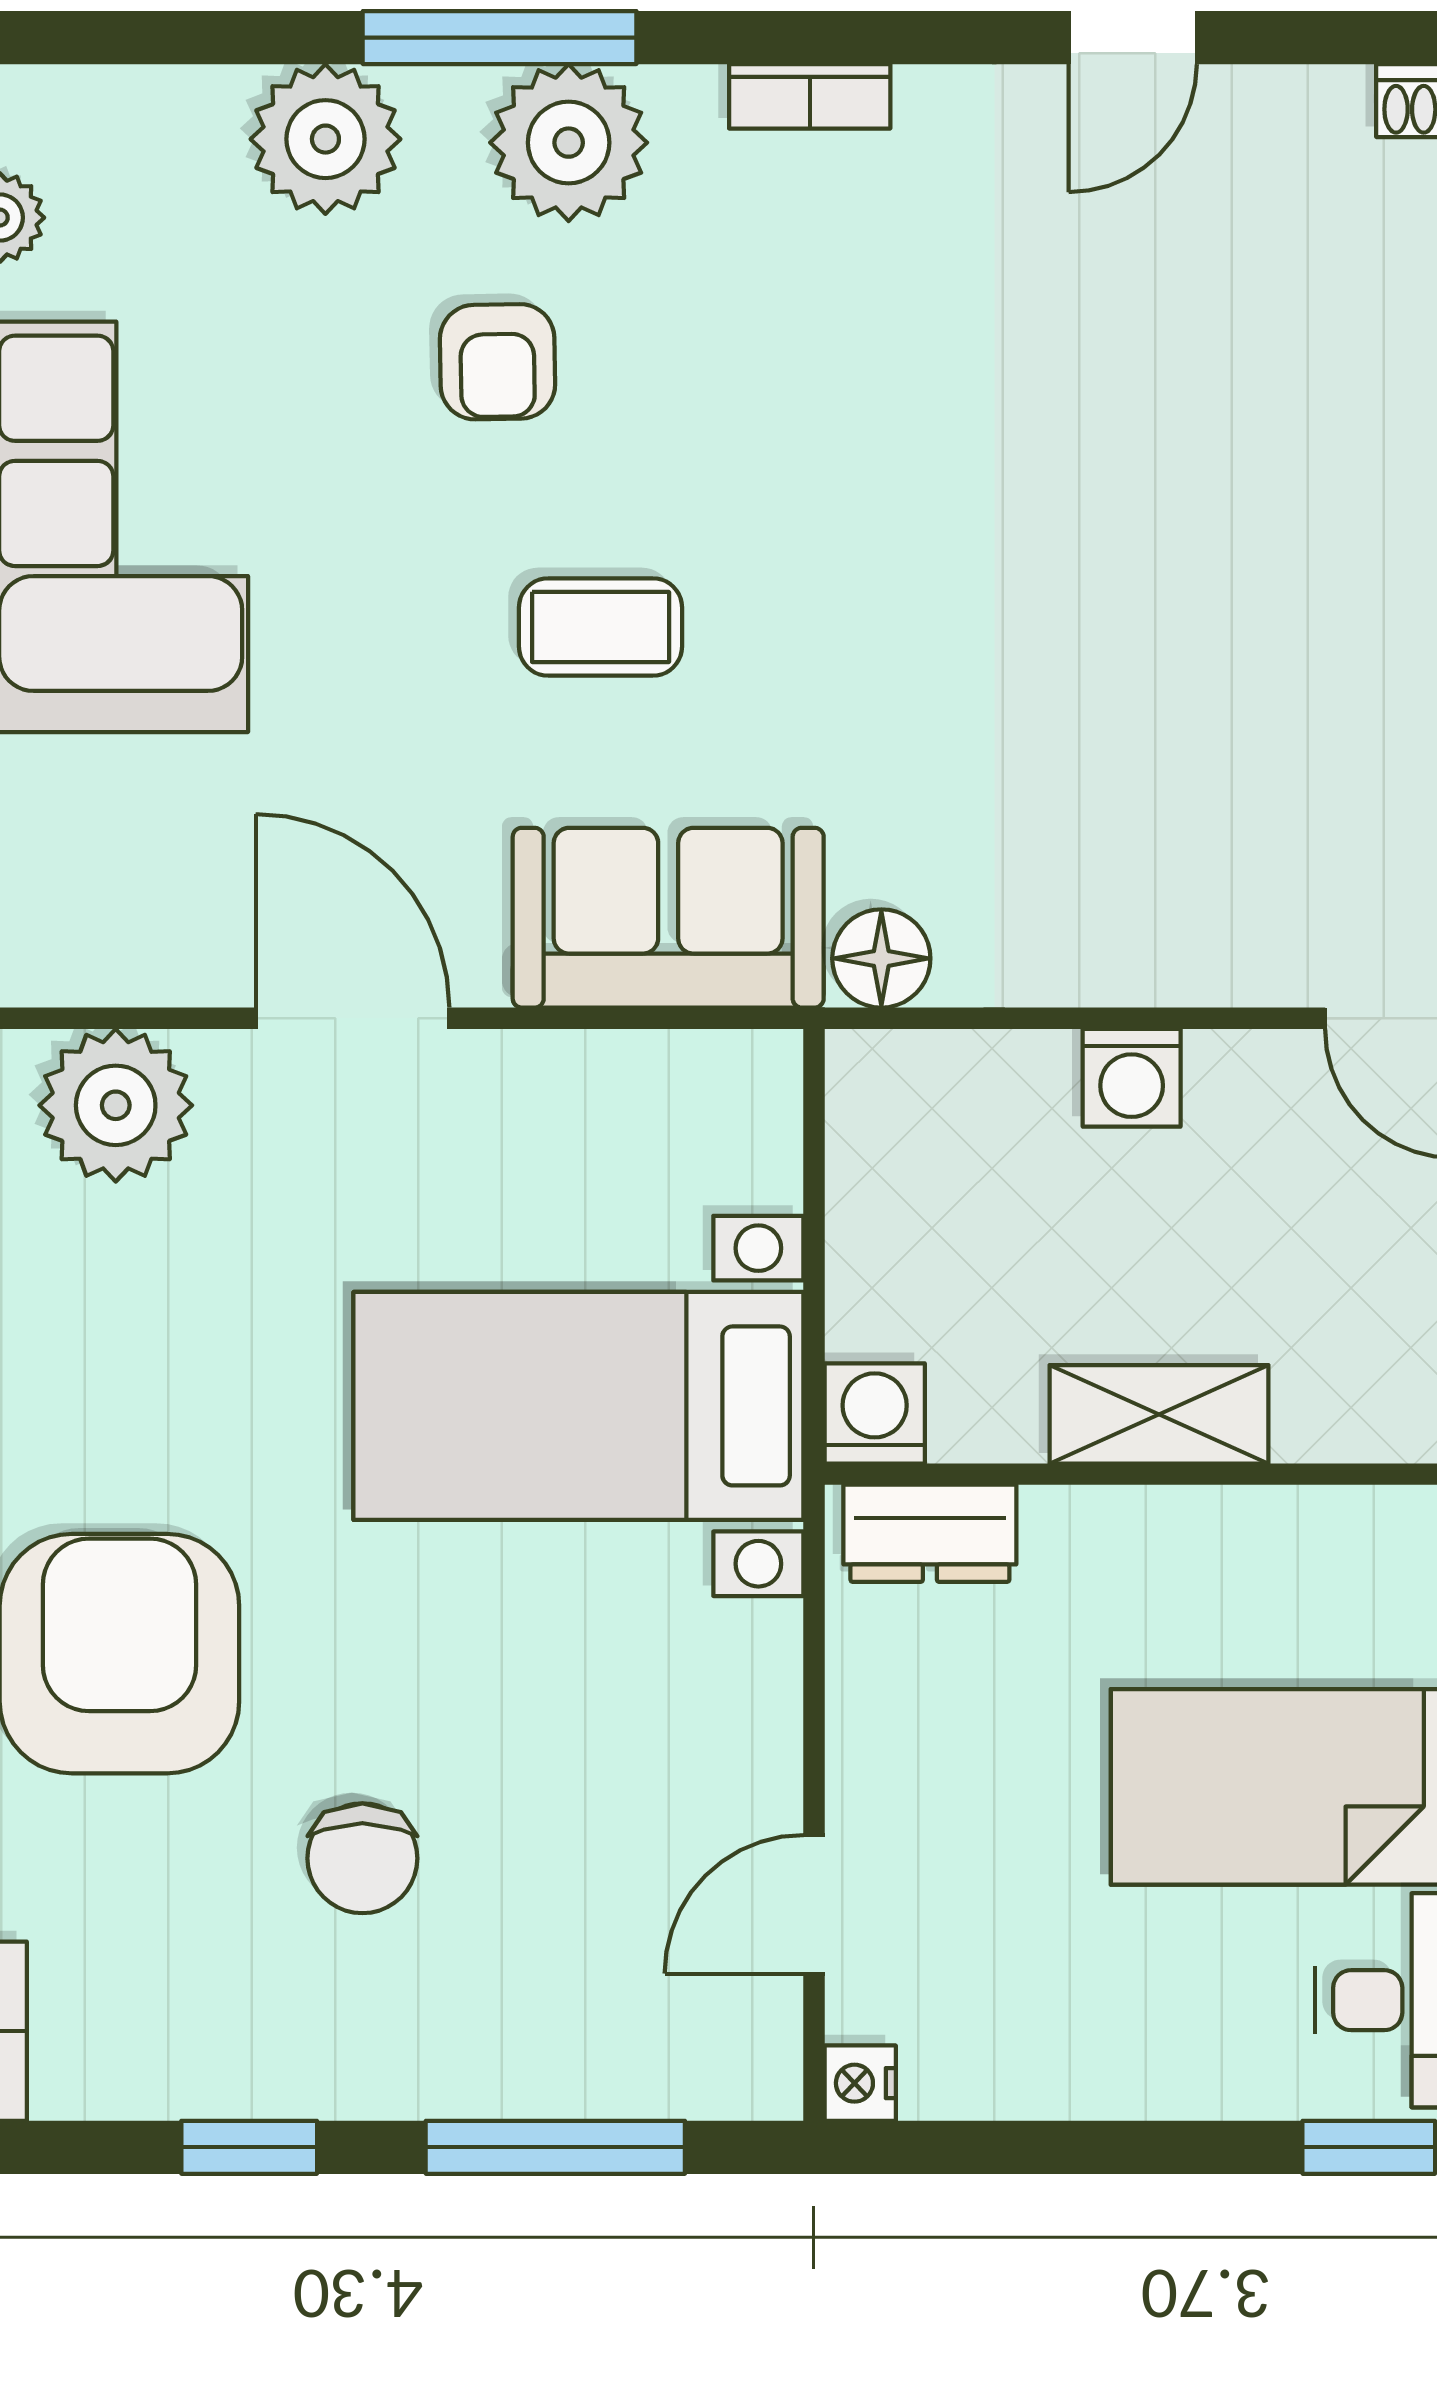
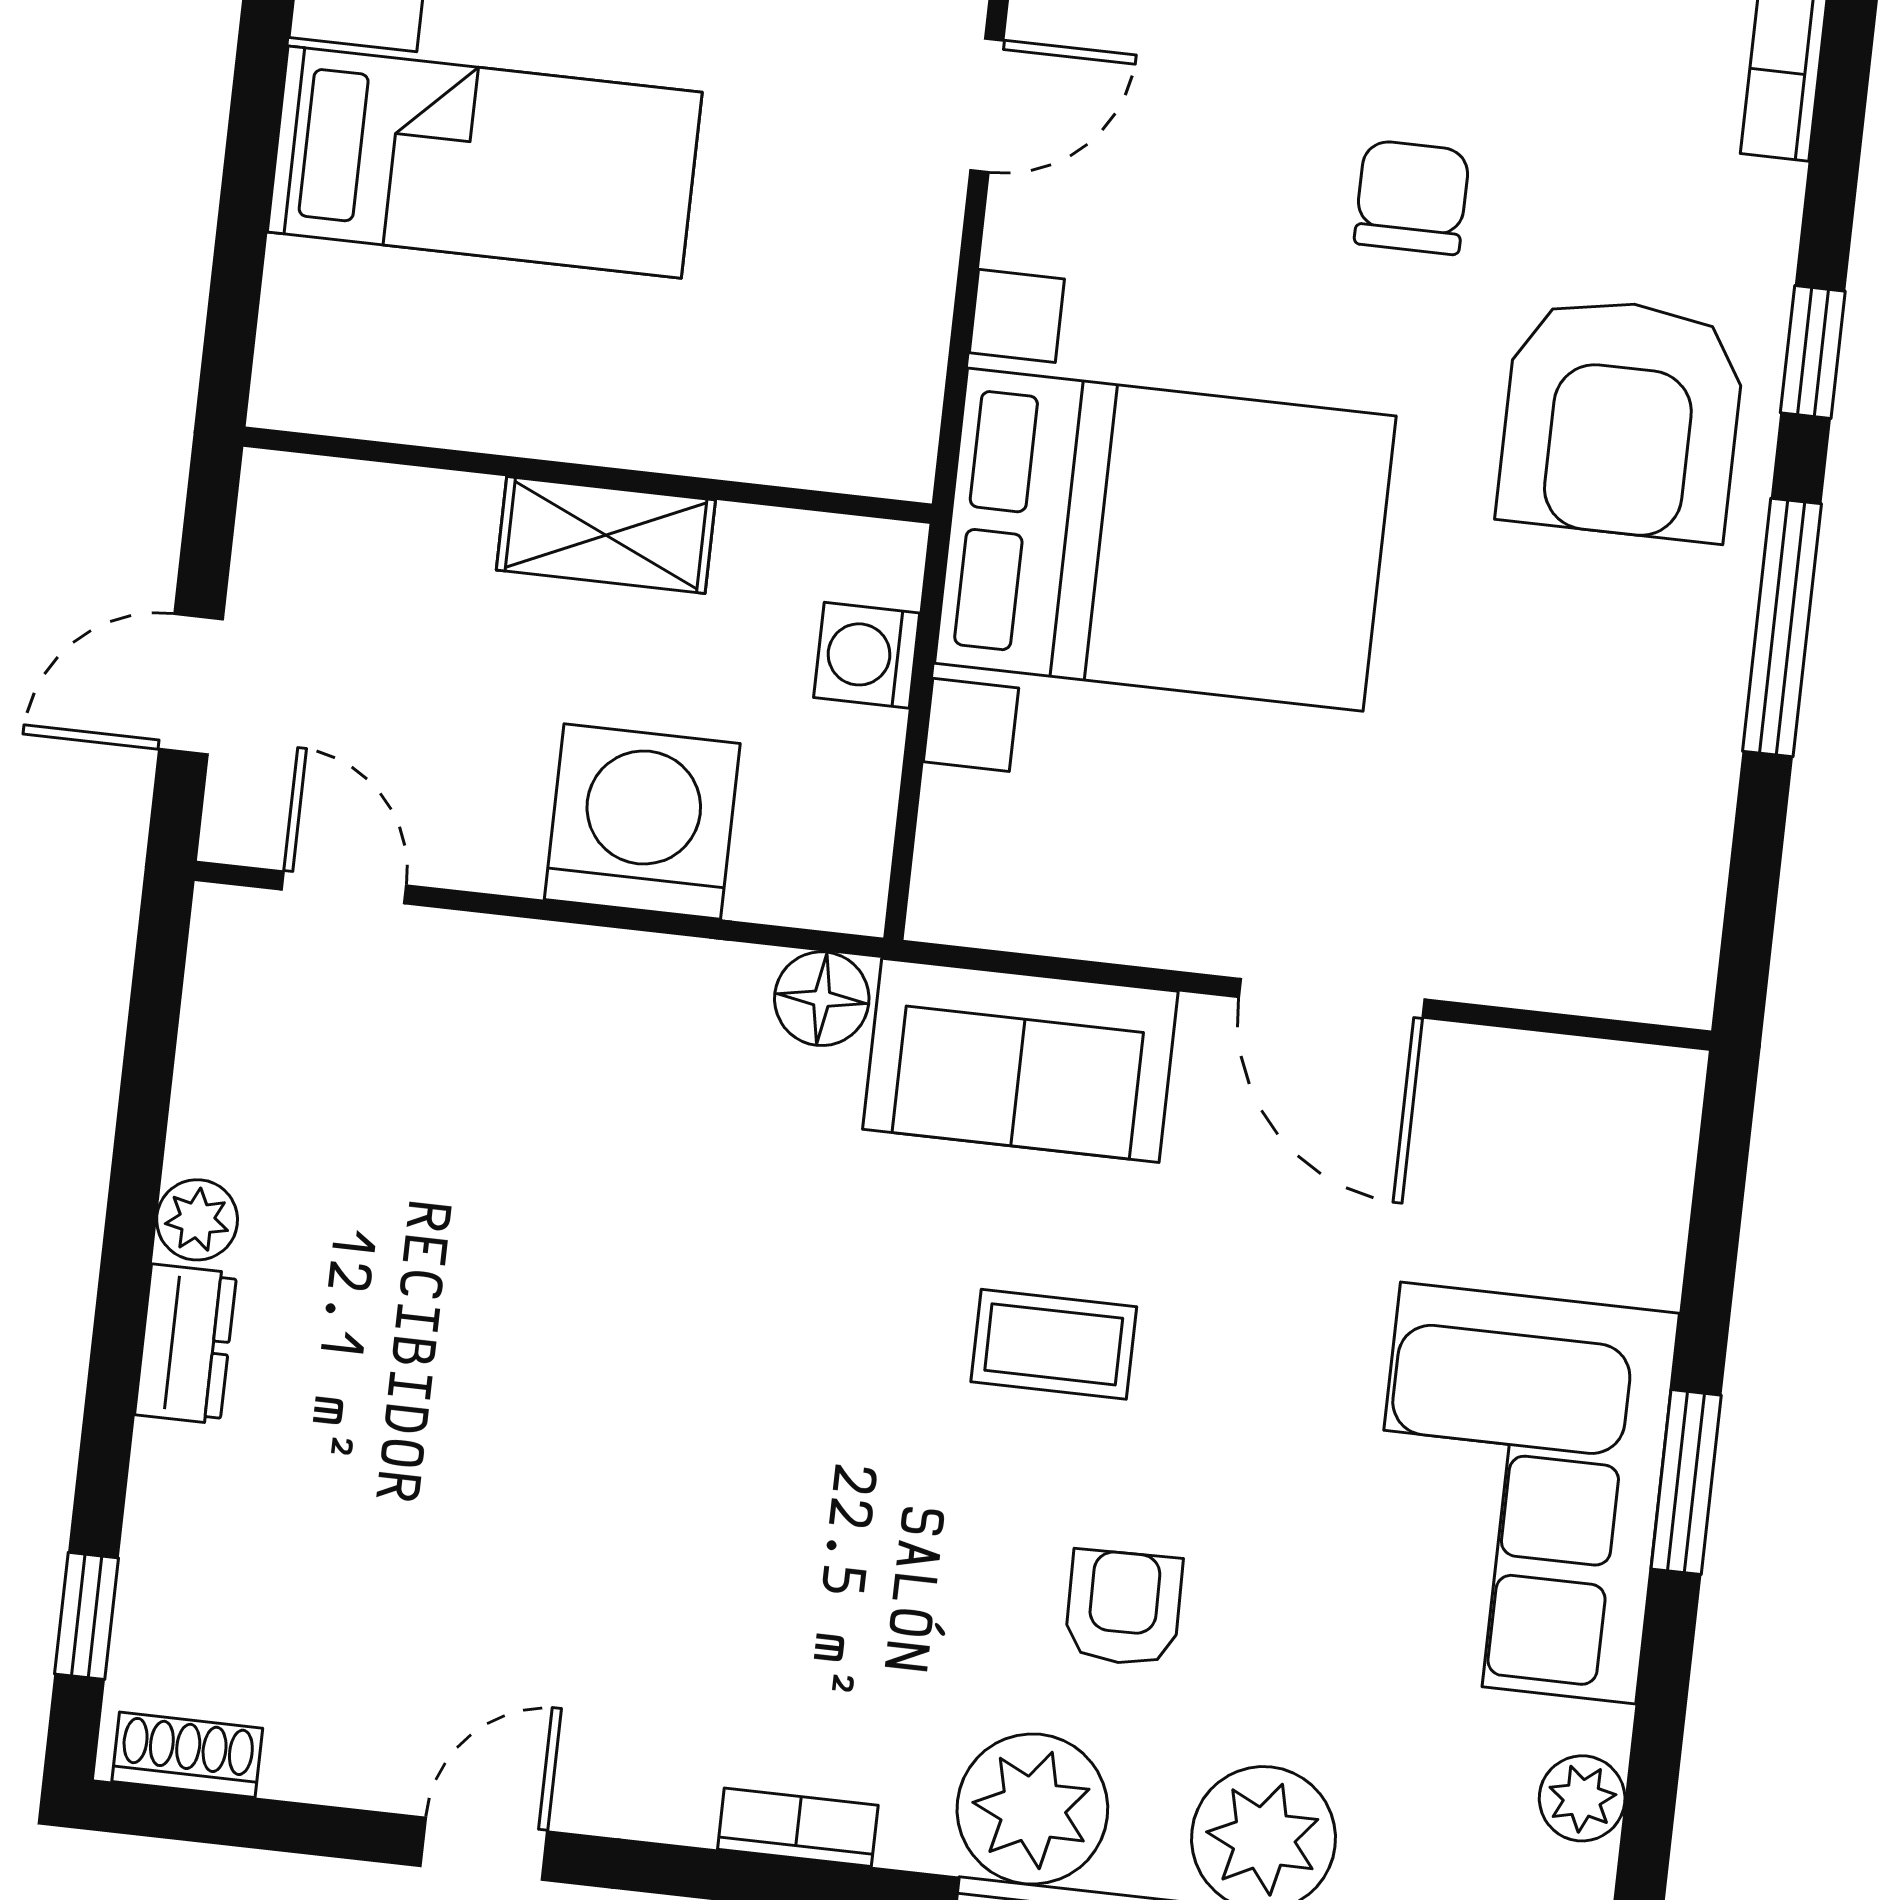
washing machine: (1132, 1078) -> (642, 822), width x1.89, depth x1.89
plant: (116, 1105) -> (1566, 941), removed
bed with nightstands: (578, 1406) -> (1165, 540), width x1.36
washing machine: (875, 1413) -> (867, 655), moved, turned 90
dresser: (930, 1533) -> (837, 446), removed

